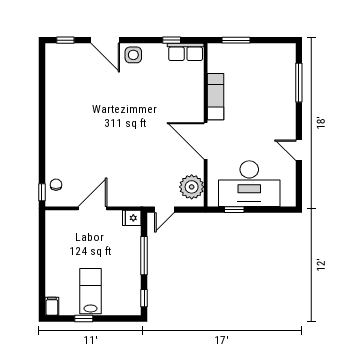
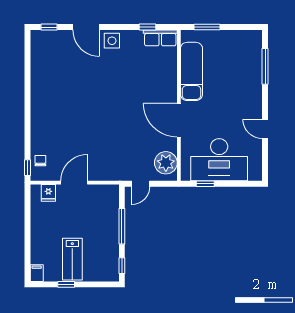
exam couch: (216, 97) -> (191, 71), width x1.36, depth x1.45
fridge: (132, 218) -> (48, 193), moved, turned -90
lab bench: (91, 291) -> (72, 259), turned 180

